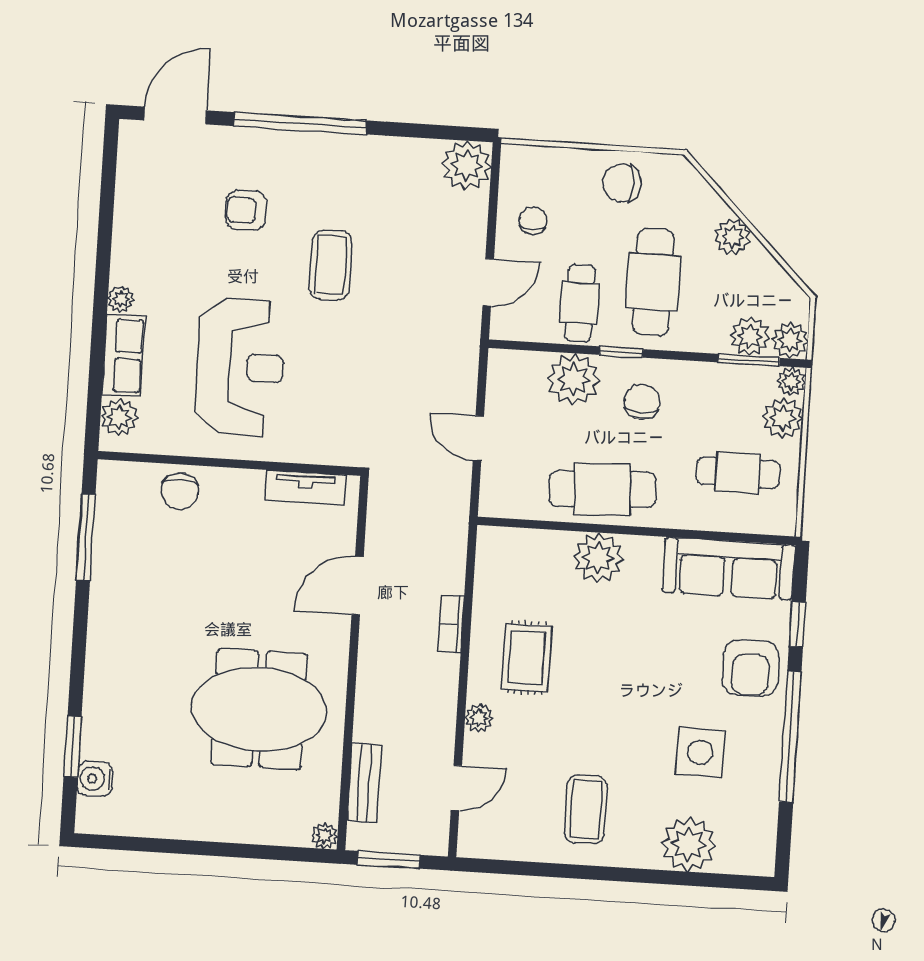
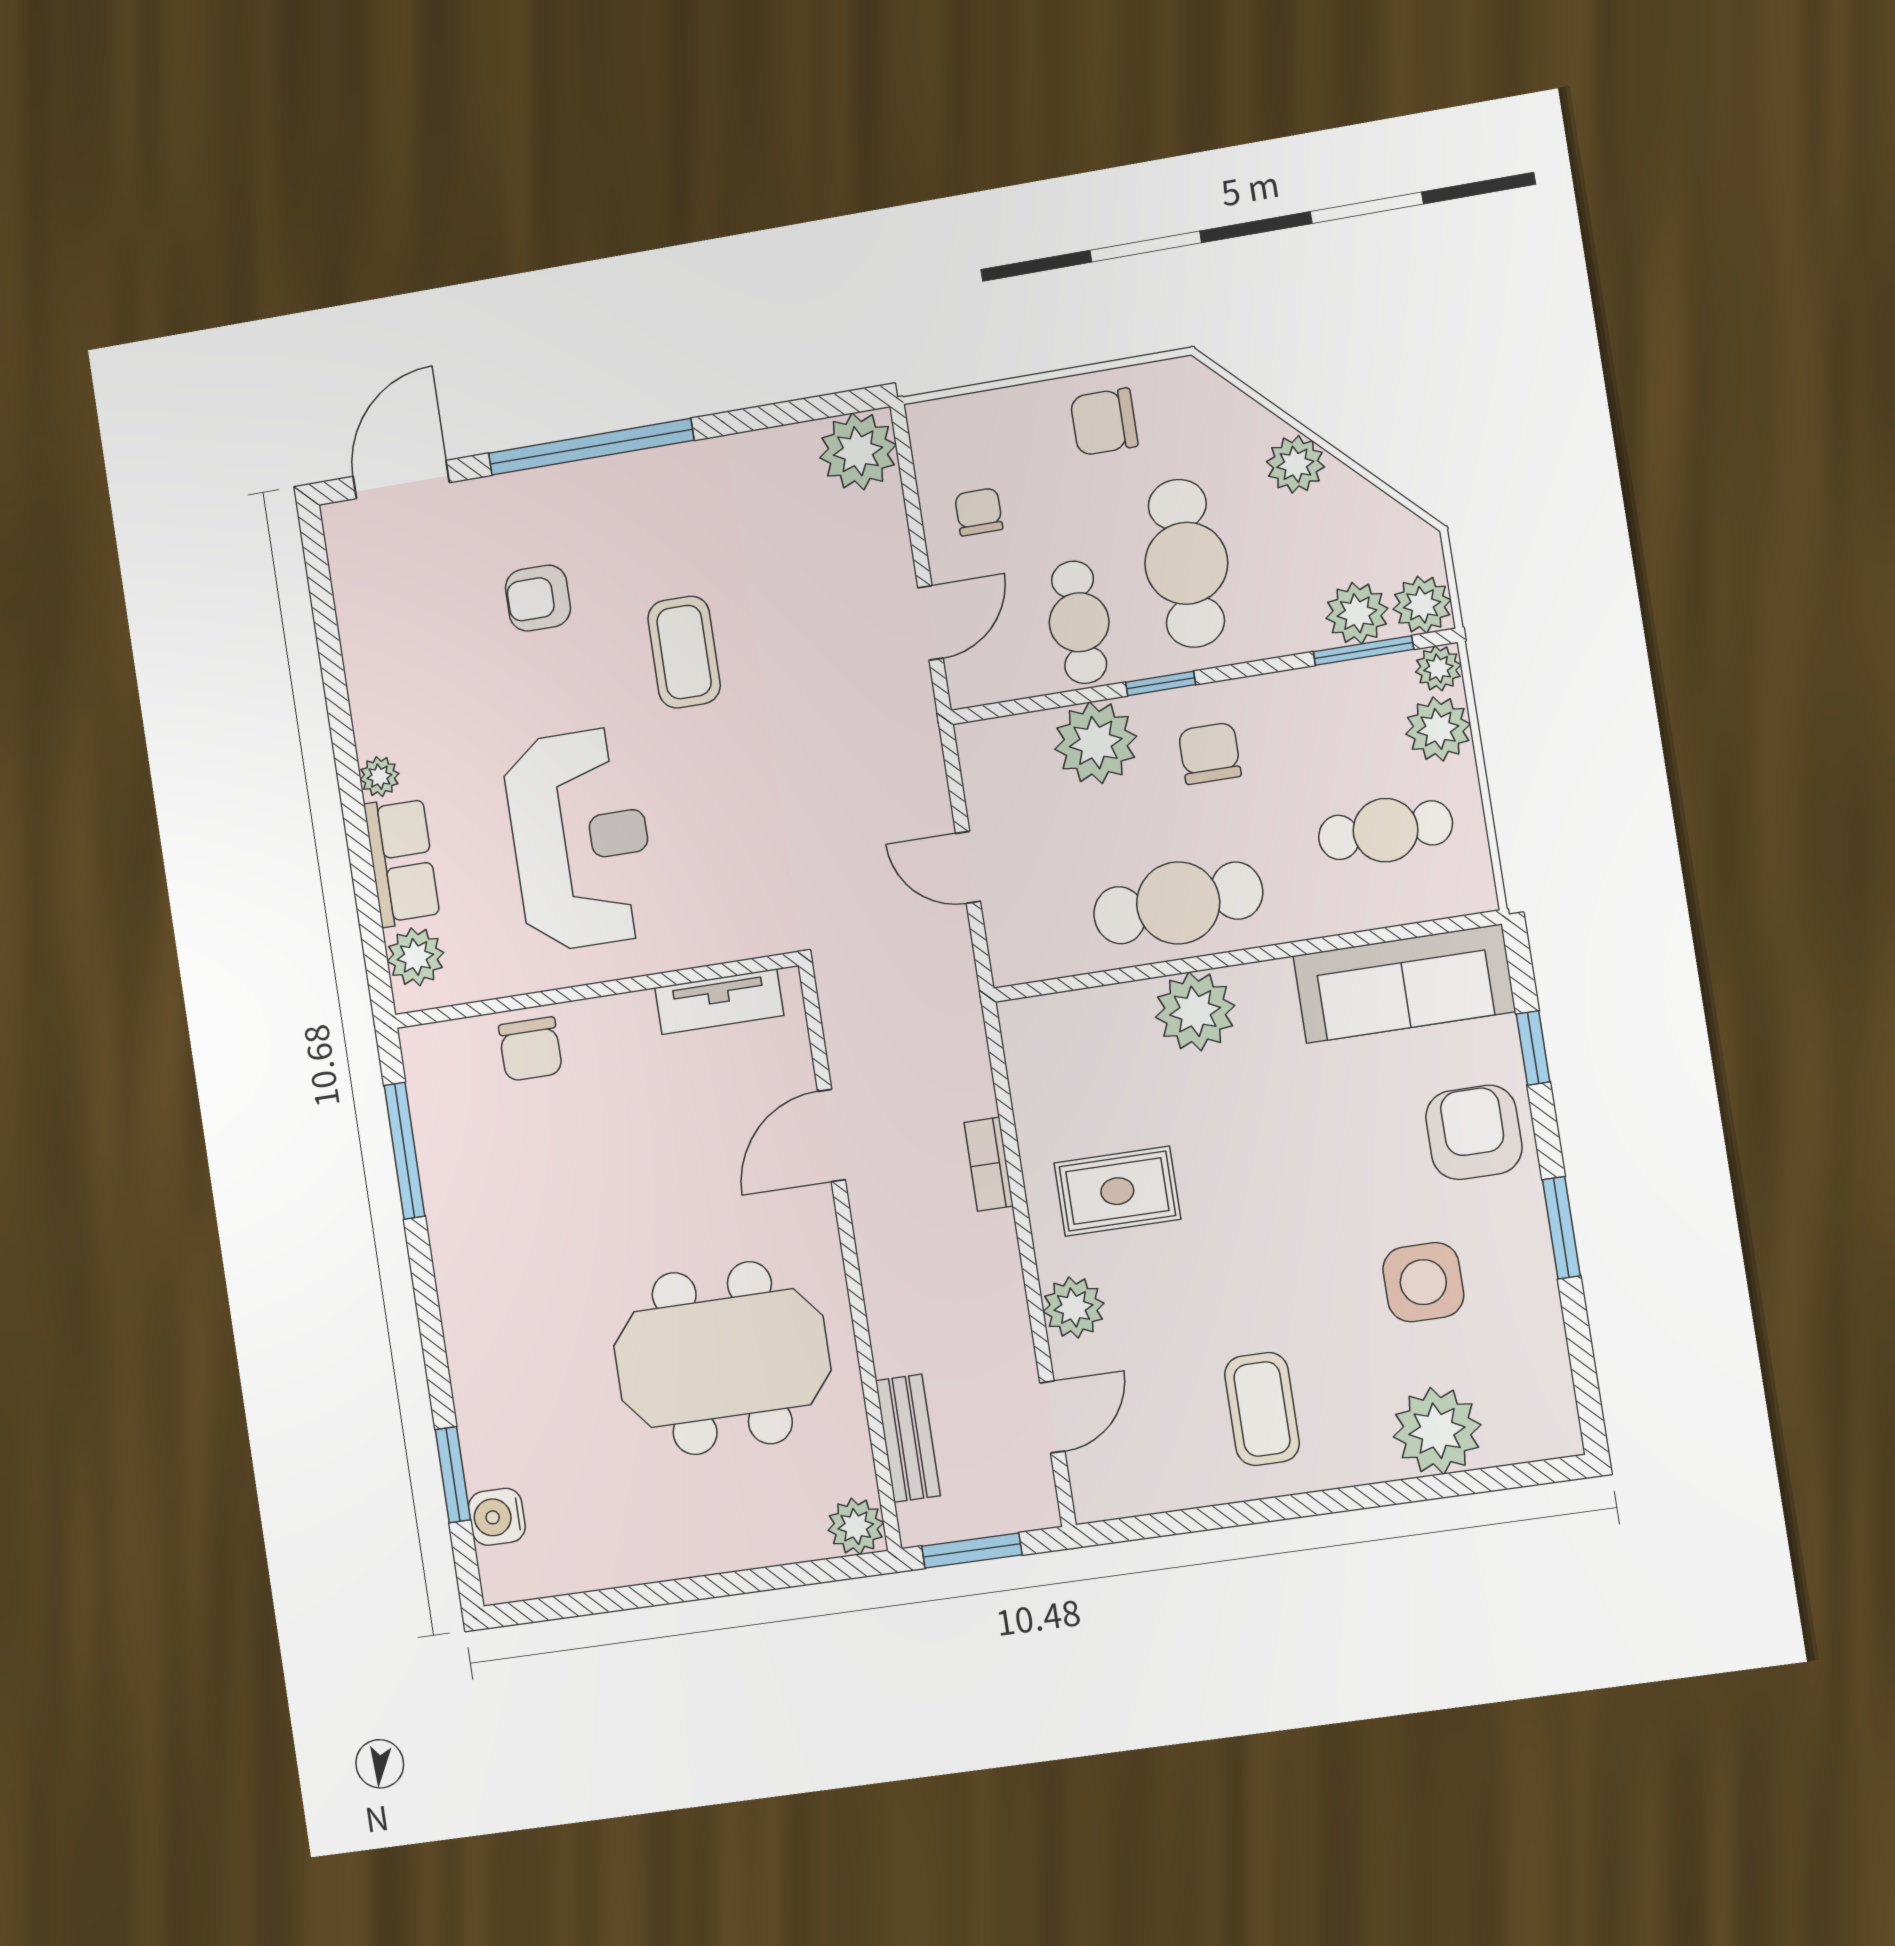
rug: (527, 658) -> (1117, 1191), turned 90
armchair: (751, 668) -> (1474, 1132), turned 180
plant: (479, 718) -> (1073, 1308), width x1.38, depth x1.38
window: (790, 737) -> (1561, 1228), width x0.47
plant: (324, 836) -> (856, 1526), width x1.38, depth x1.38

